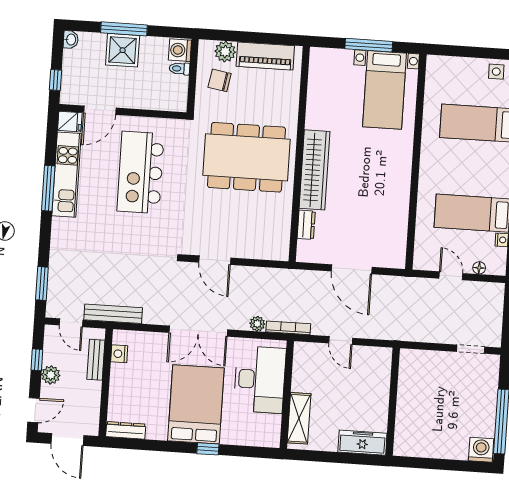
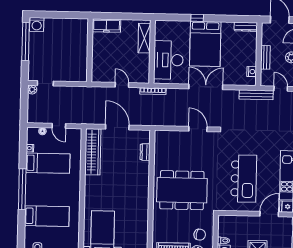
wardrobe: (315, 170) -> (93, 152), moved, turned 180
plant: (257, 324) -> (32, 90), moved
bench: (96, 360) -> (265, 57), moved

